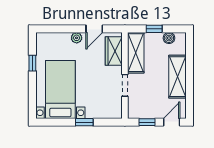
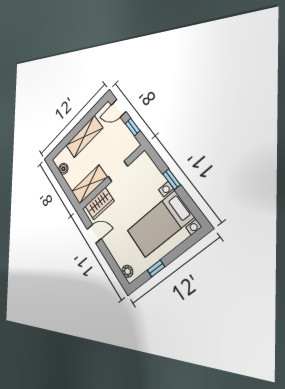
window: (154, 29) -> (65, 186), removed
plant: (77, 38) -> (127, 271), moved

